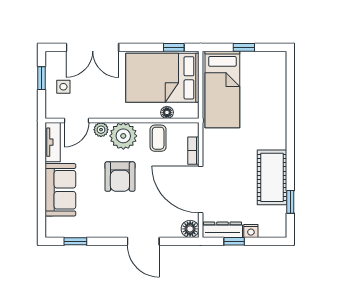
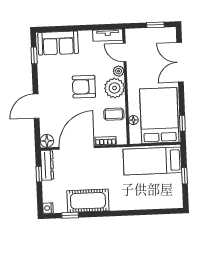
side table: (63, 87) -> (150, 42), removed
sofa: (60, 190) -> (58, 43), moved
nightstand: (251, 231) -> (48, 208), moved

